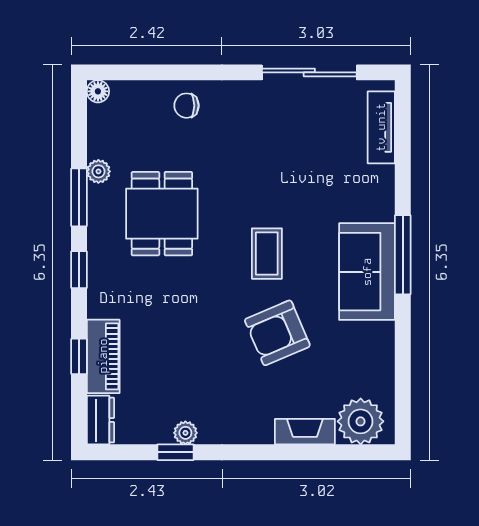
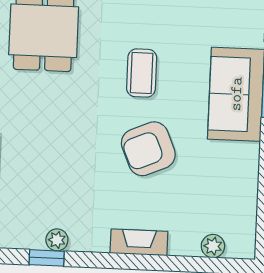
plant: (361, 421) -> (213, 246), width x0.53, depth x0.53
fireplace: (305, 432) -> (139, 242), moved

